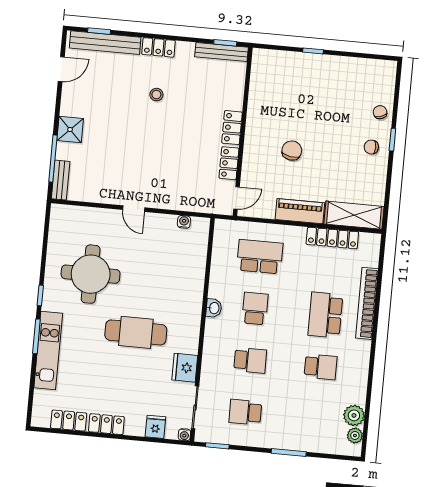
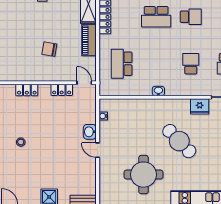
locker: (232, 128) -> (27, 90), moved
washbasin: (162, 199) -> (90, 132), added
door: (134, 209) -> (98, 150), swing flipped
school desk: (255, 308) -> (156, 64), removed
cafe table: (136, 332) -> (179, 141), turned -44
school desk: (321, 367) -> (191, 17), turned 90

